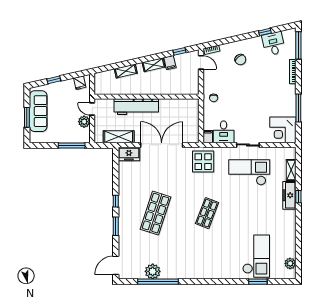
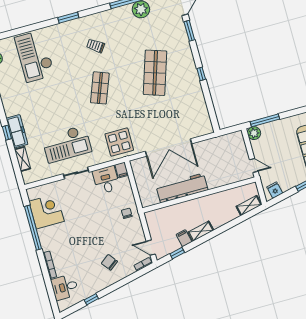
desk: (274, 44) -> (65, 287), moved, turned 103
window: (298, 45) -> (52, 295), removed
shelving: (126, 71) -> (249, 205), moved
workbench: (136, 107) -> (182, 188), moved
window: (298, 108) -> (33, 228), width x1.46
plant: (84, 122) -> (254, 133), moved
corner desk: (283, 130) -> (46, 211), moved
shelving: (119, 137) -> (217, 144), removed
freezer: (129, 154) -> (201, 128), removed
window: (116, 226) -> (189, 31), moved
trolley: (201, 251) -> (96, 46), added
window: (258, 282) -> (68, 18), moved

